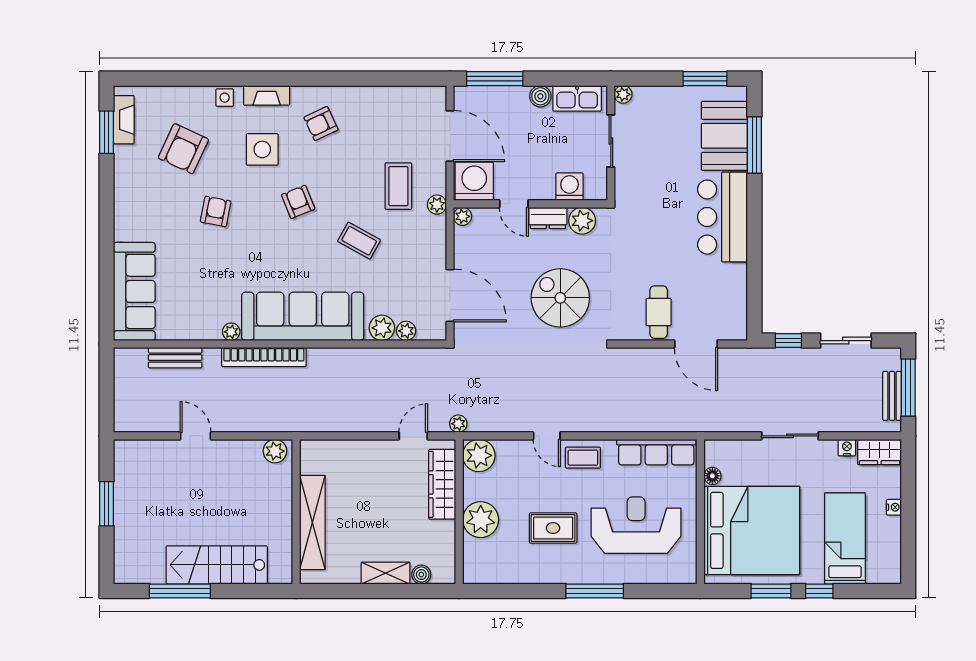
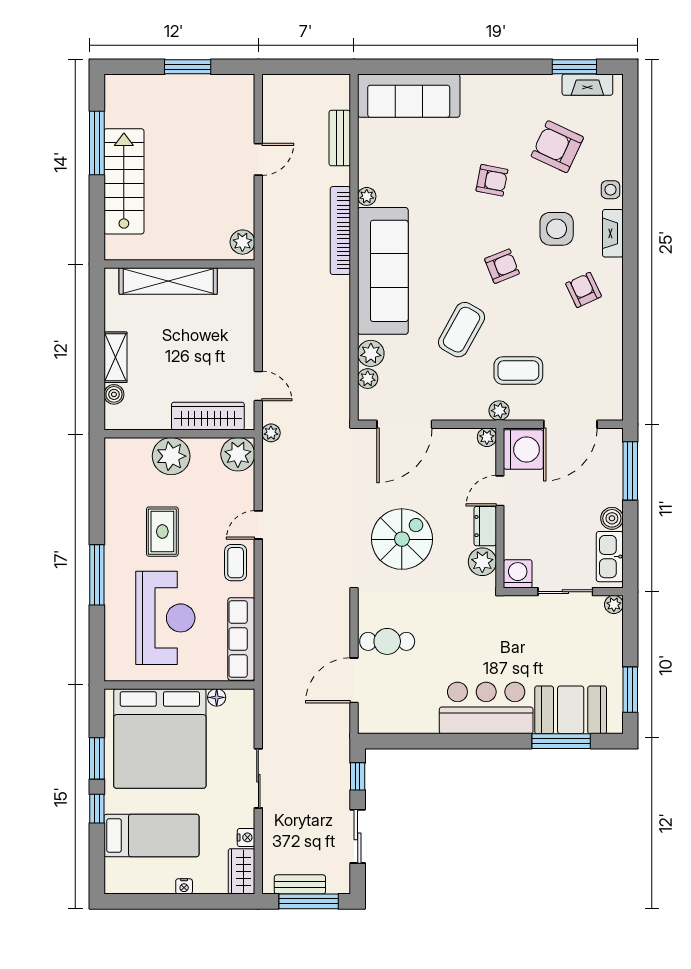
washing machine: (570, 187) -> (518, 574), moved, turned -90
coffee table: (359, 241) -> (462, 330), width x1.36, depth x1.30

